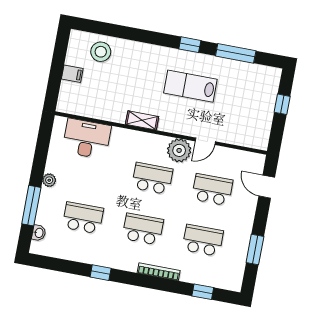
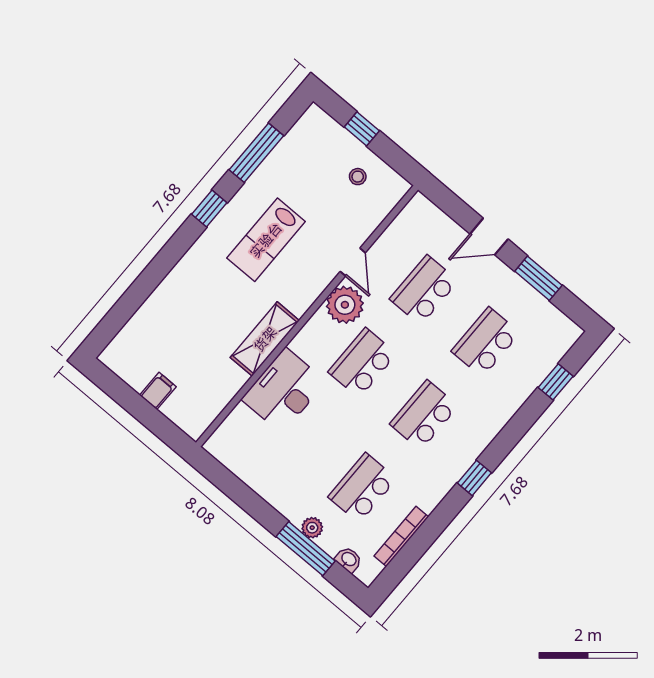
stool: (101, 52) -> (358, 177), moved, width x0.53, depth x0.53
shelving: (142, 120) -> (265, 339), width x1.50, depth x1.33
desk: (87, 139) -> (284, 390), moved
plant: (49, 180) -> (312, 528), moved
door: (267, 187) -> (489, 237), moved
bookcase: (159, 272) -> (401, 536), moved
window: (101, 273) -> (474, 478), moved

